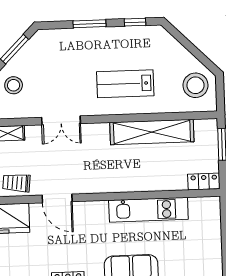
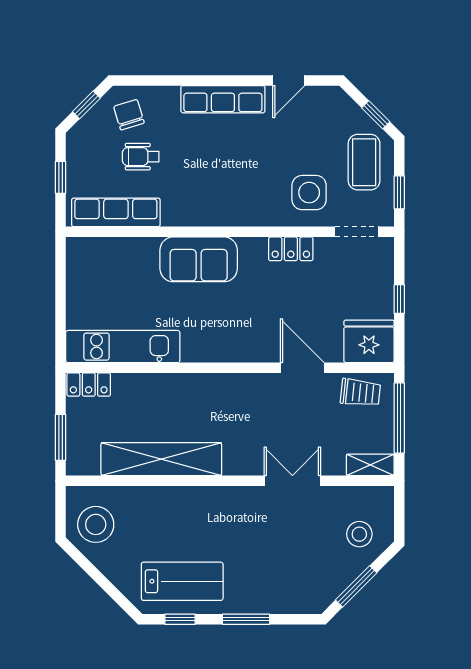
lab bench: (125, 84) -> (182, 581), moved
kitchen unit: (148, 210) -> (123, 347), moved

